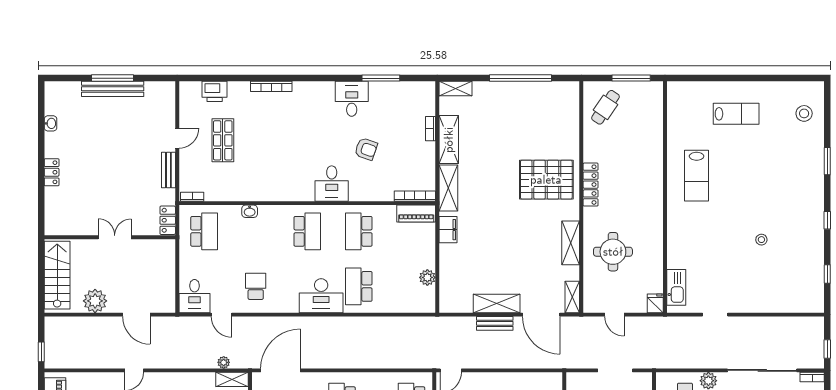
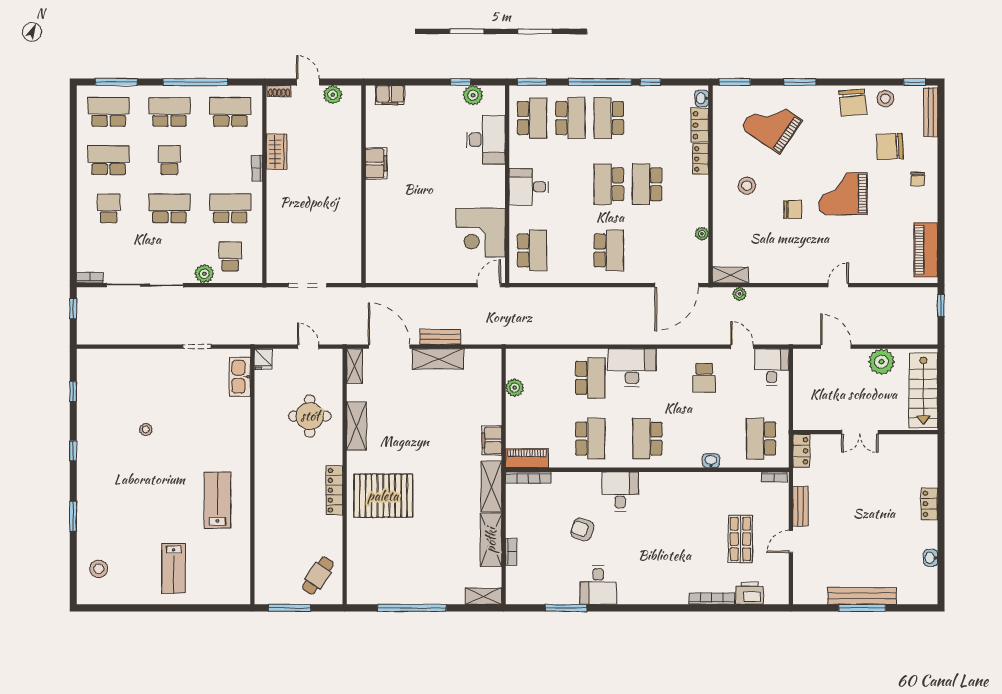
bookcase: (271, 86) -> (712, 599), moved
lab bench: (736, 114) -> (174, 568), turned -90

